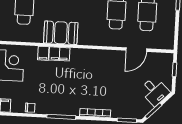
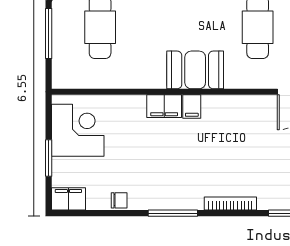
booth: (61, 33) -> (195, 70), moved
filing cabinet: (43, 53) -> (192, 107), moved

